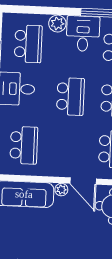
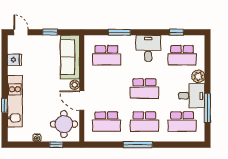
door: (83, 181) -> (82, 101), hinge flipped

